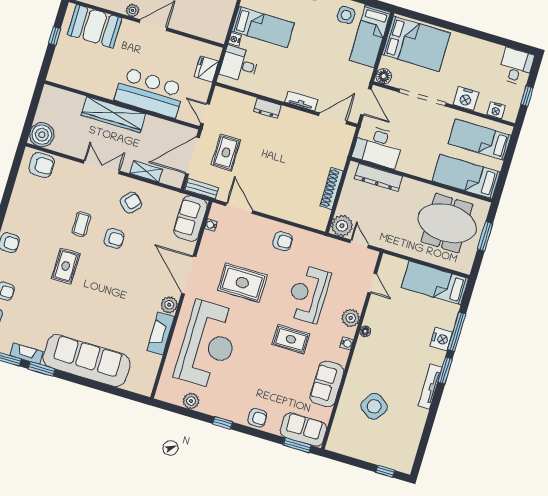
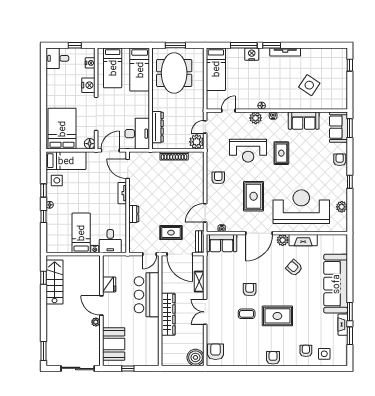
fridge: (207, 69) -> (109, 284), moved, turned -90
armchair: (131, 203) -> (294, 268), moved
rug: (66, 266) -> (277, 316), width x1.36, depth x1.43

